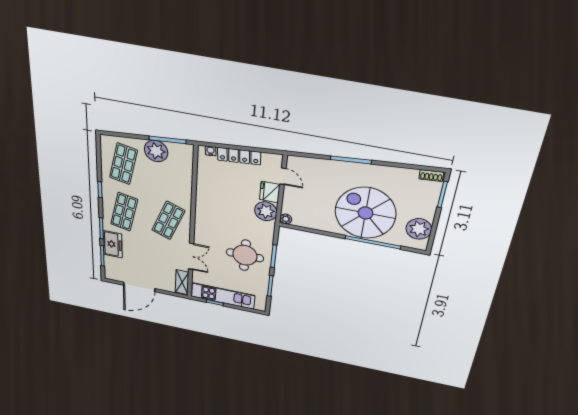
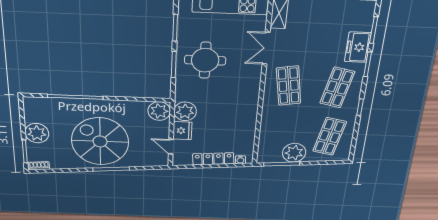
spiral stairs: (365, 213) -> (100, 141), moved, turned 180
plant: (286, 219) -> (159, 111), width x1.87, depth x1.87
shop shelf: (168, 220) -> (289, 86), turned -30
plant: (419, 229) -> (37, 133), moved

